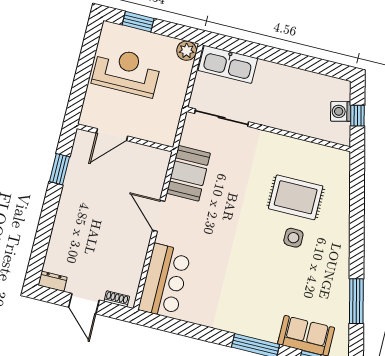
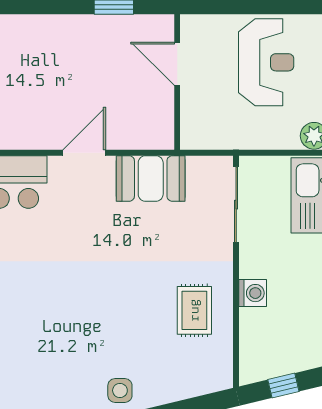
washing machine: (341, 111) -> (253, 293), moved, turned 103
rug: (296, 197) -> (194, 310), moved, width x0.73, depth x0.70
side table: (293, 238) -> (120, 390), moved

